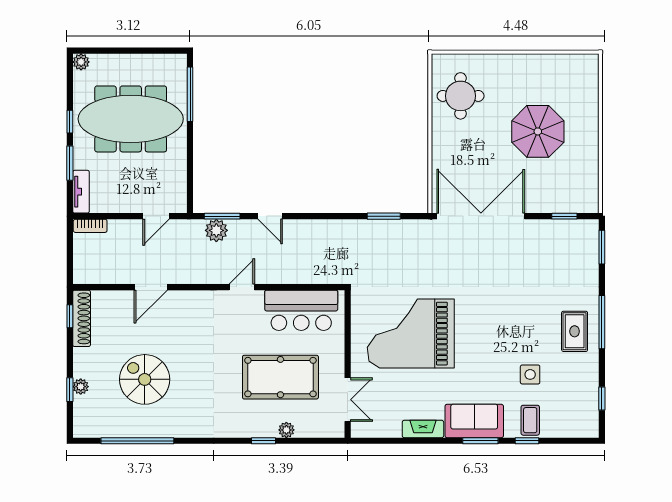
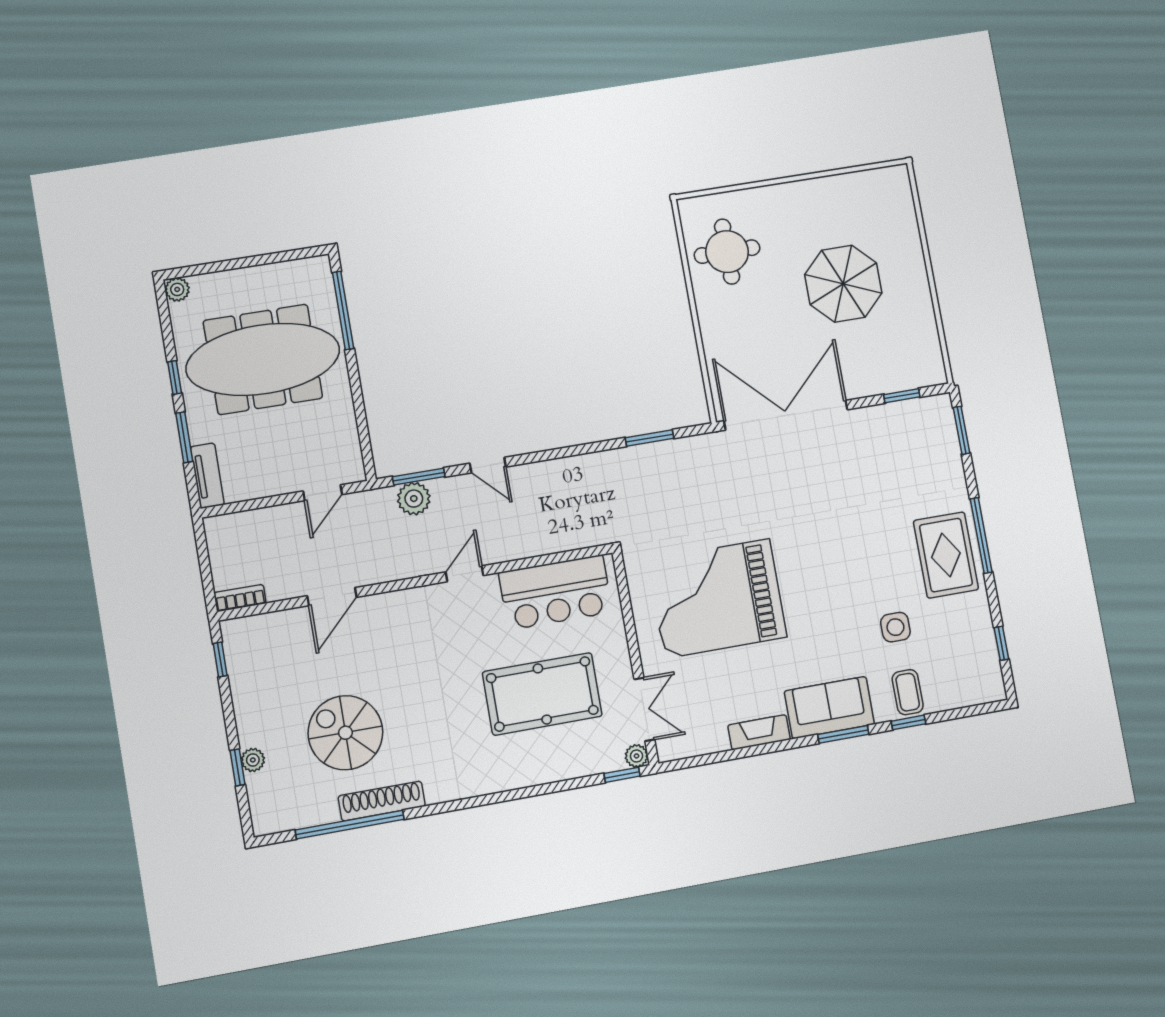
bookcase: (90, 226) -> (240, 598), moved, turned 180
shoe rack: (82, 318) -> (382, 801), moved, turned -90
rug: (575, 331) -> (946, 555), width x1.36, depth x1.43
plant: (286, 430) -> (636, 756), moved
window: (264, 441) -> (622, 775), moved

